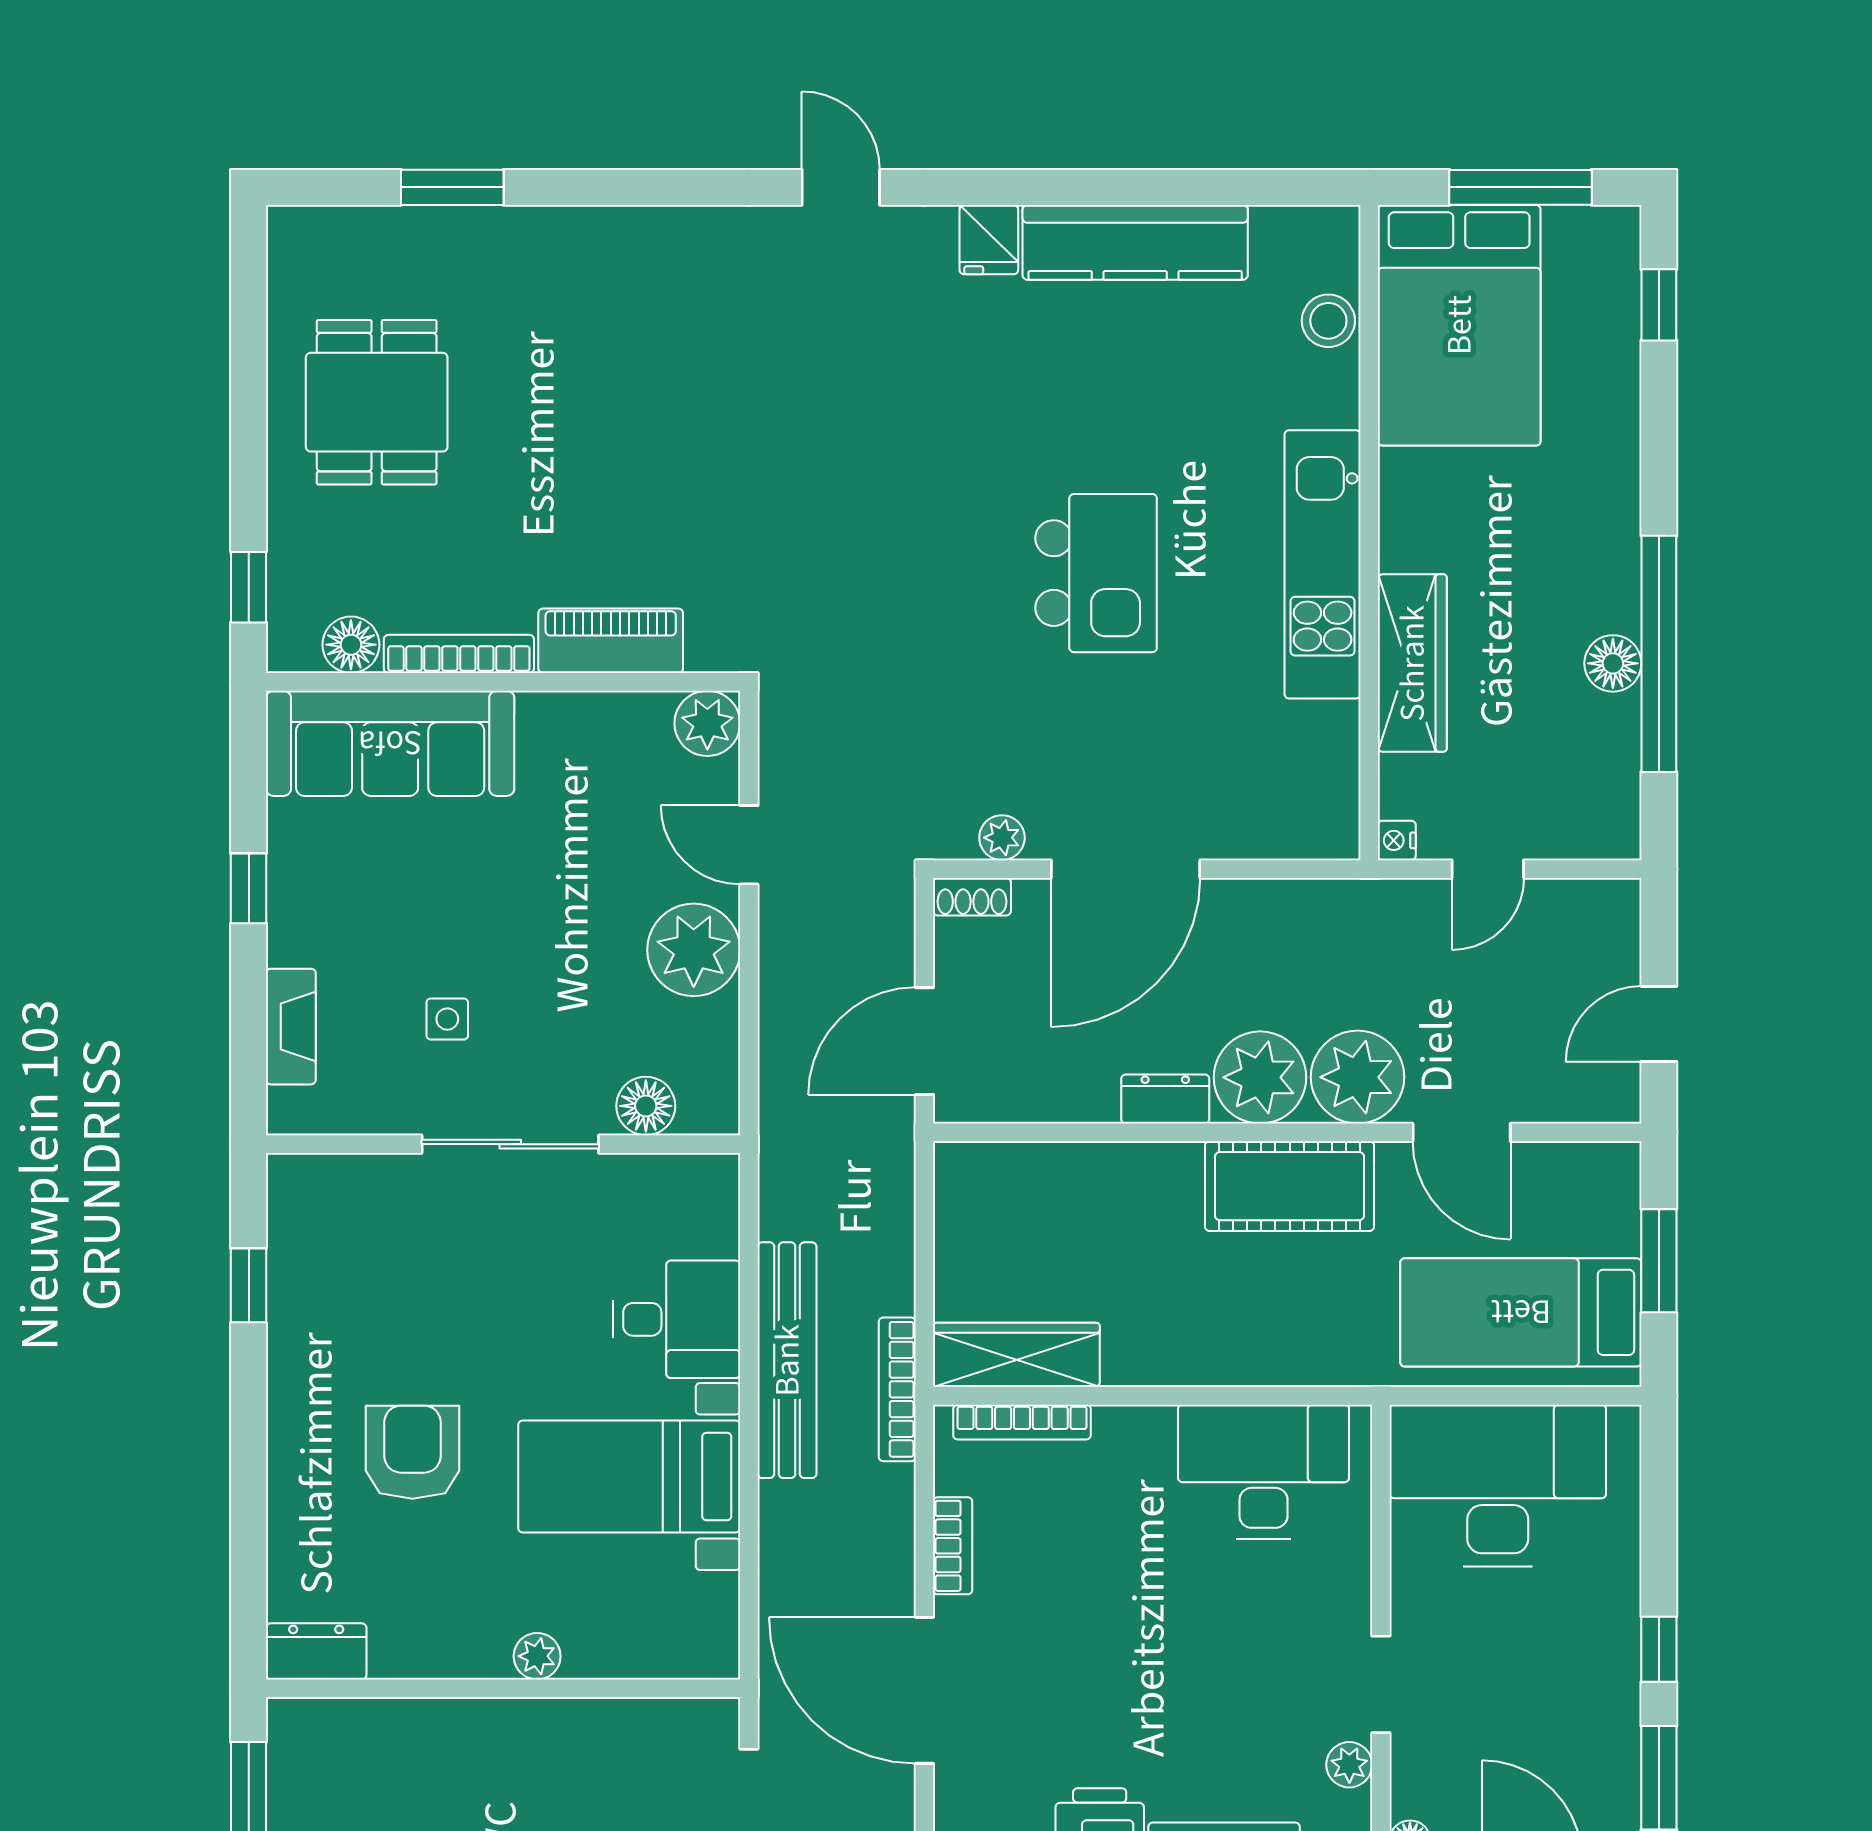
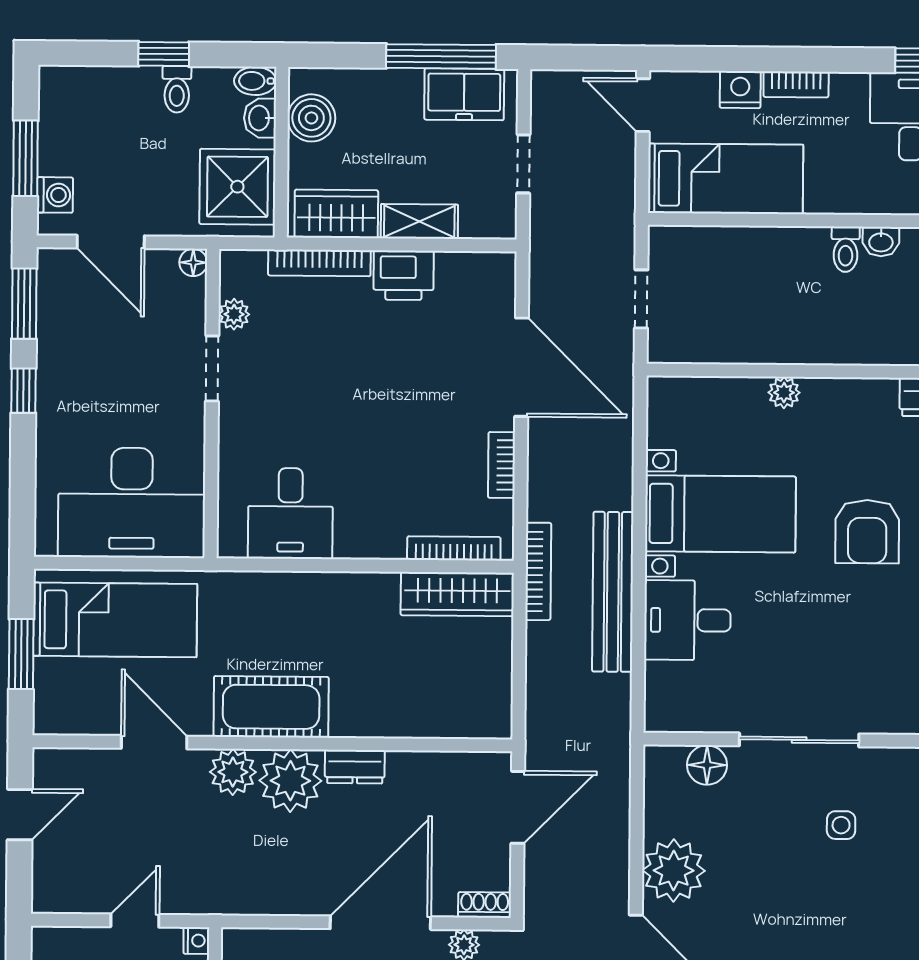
plant: (1358, 1077) -> (233, 772), width x0.73, depth x0.73
desk: (1264, 1472) -> (290, 513), width x0.73

